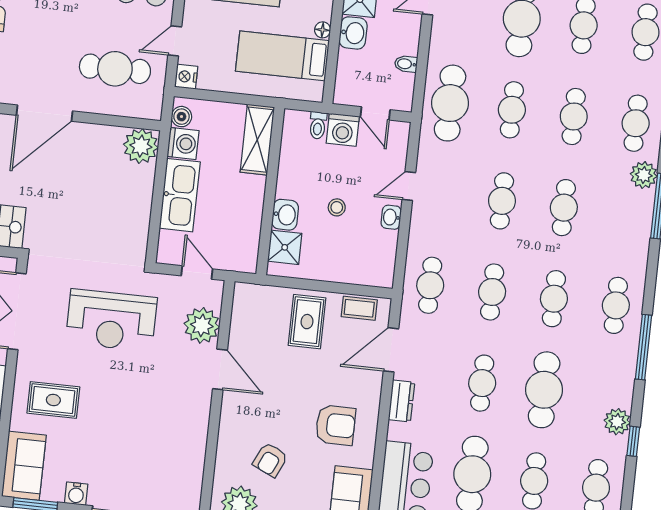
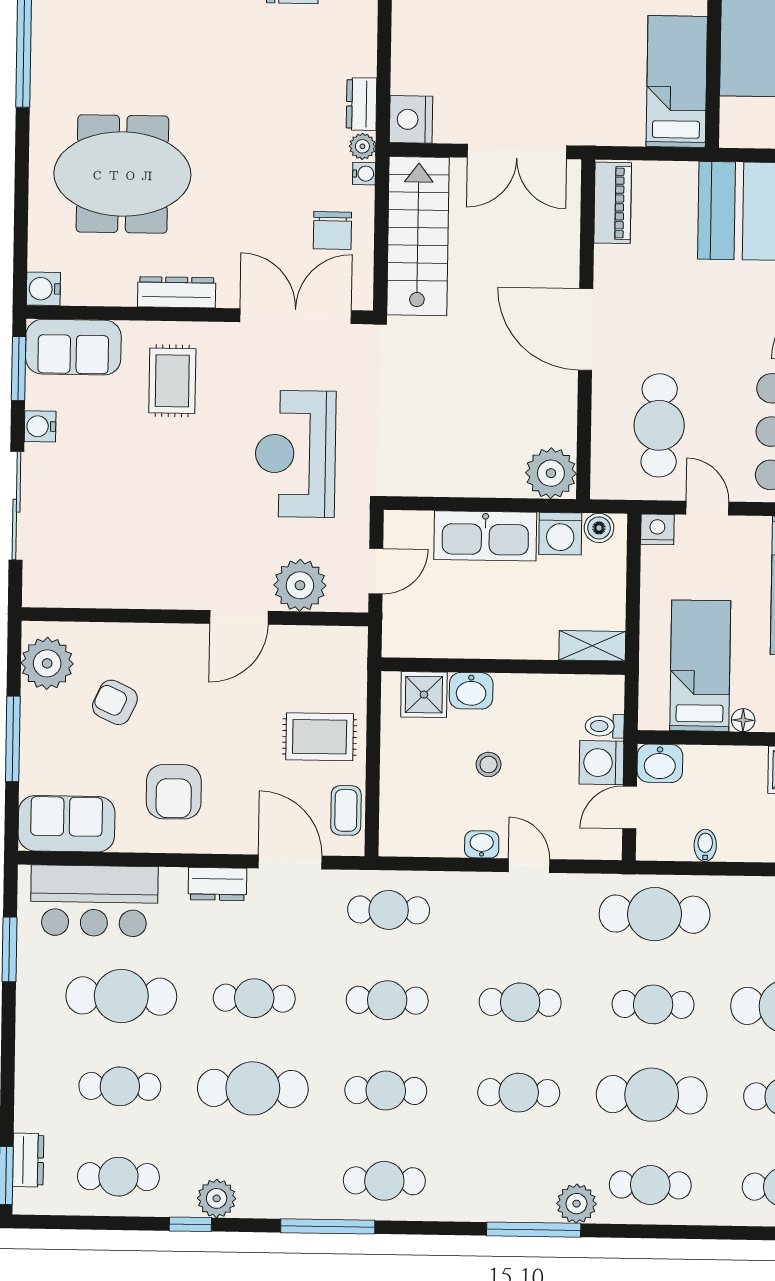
washbasin: (353, 33) -> (660, 763), moved
cafe table: (574, 117) -> (652, 1095), width x1.37, depth x1.35
shelving: (257, 140) -> (592, 646), width x0.67, depth x0.75

